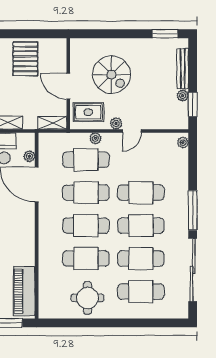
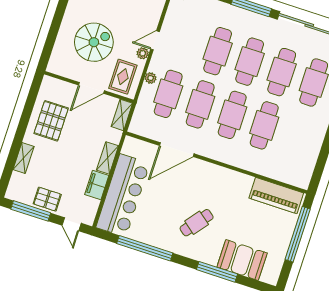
pallet: (25, 59) -> (51, 121), turned 90
door: (132, 131) -> (155, 40), swing flipped
plant: (29, 156) -> (147, 148), removed
round table: (88, 298) -> (303, 136), removed

